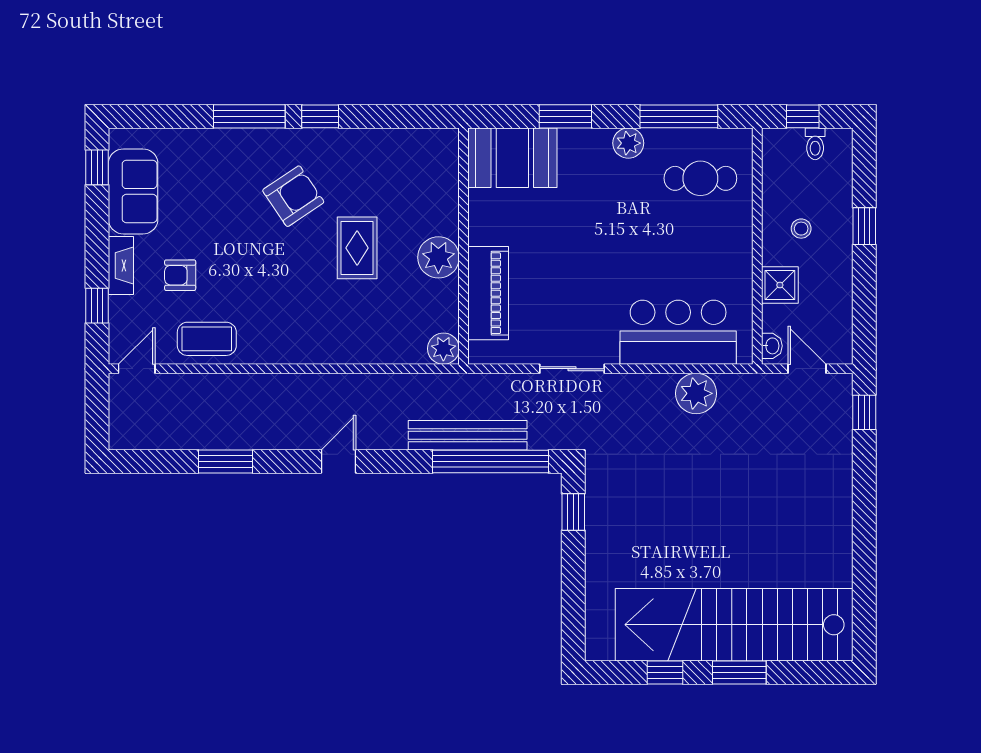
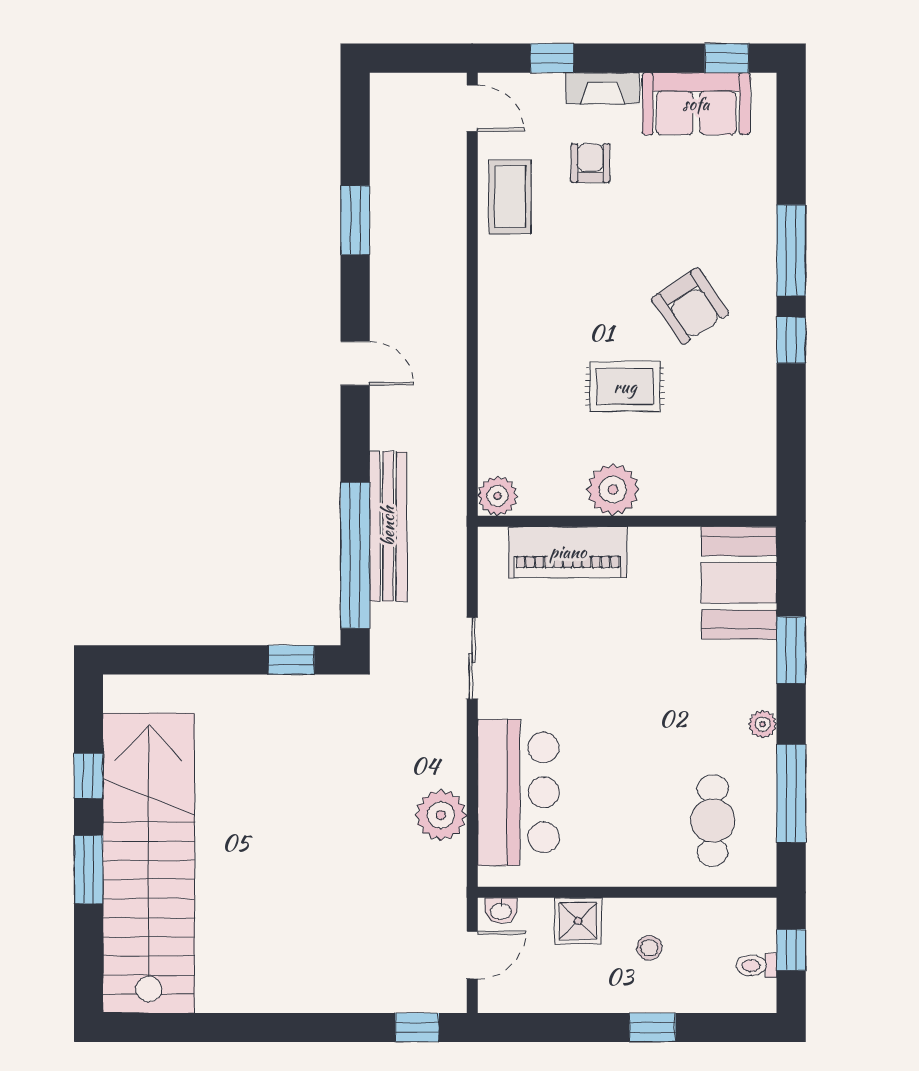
plant: (628, 143) -> (763, 724), width x0.73, depth x0.73

